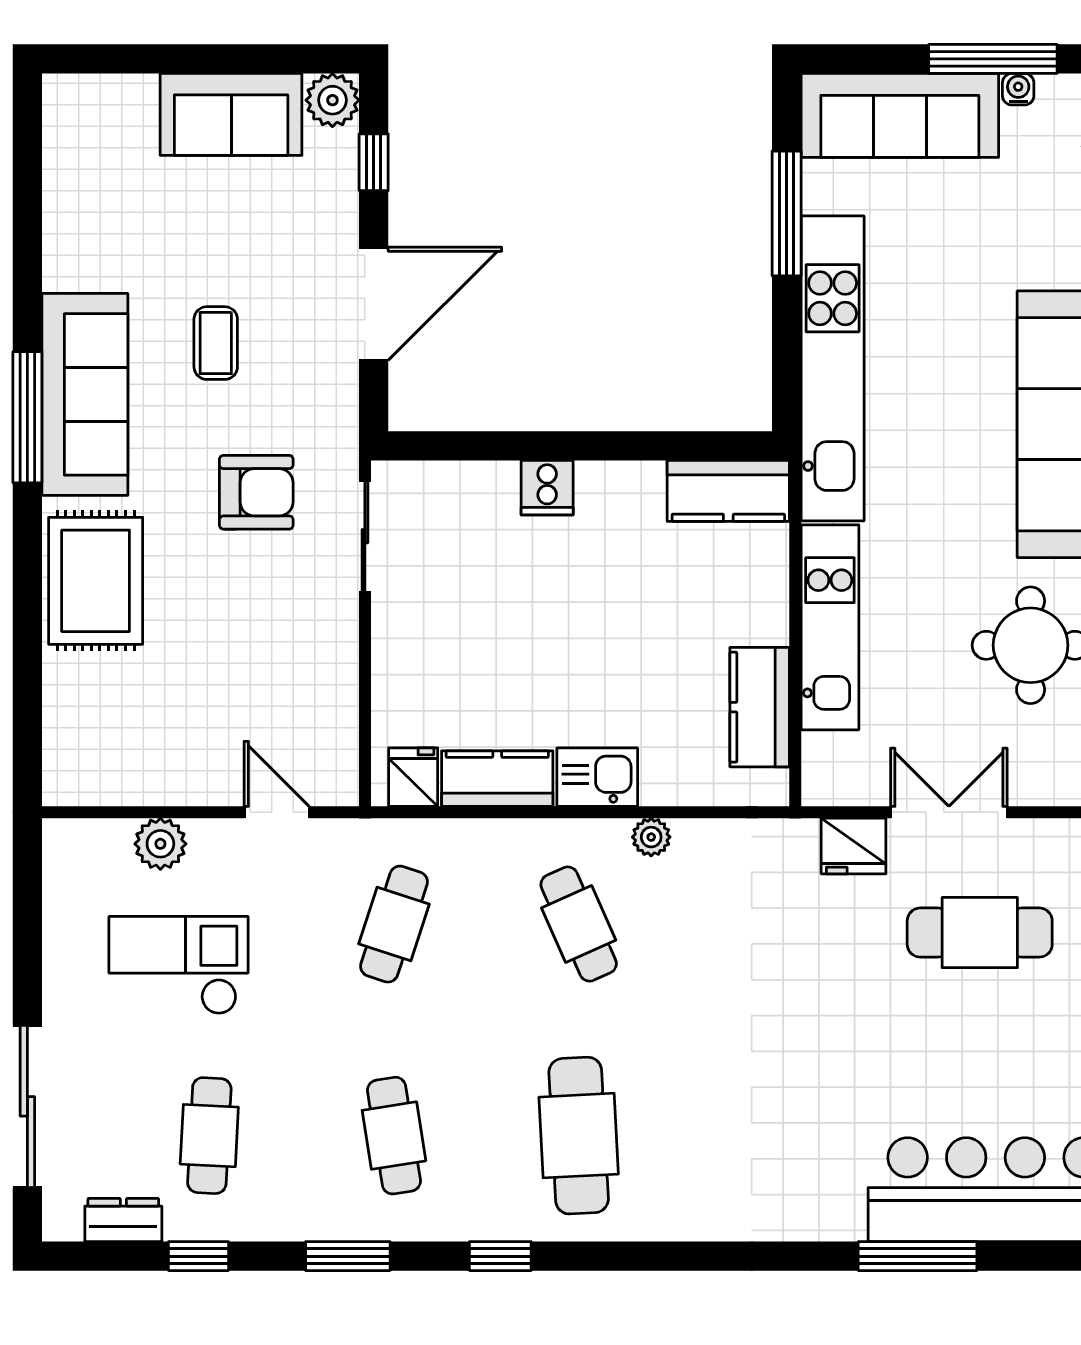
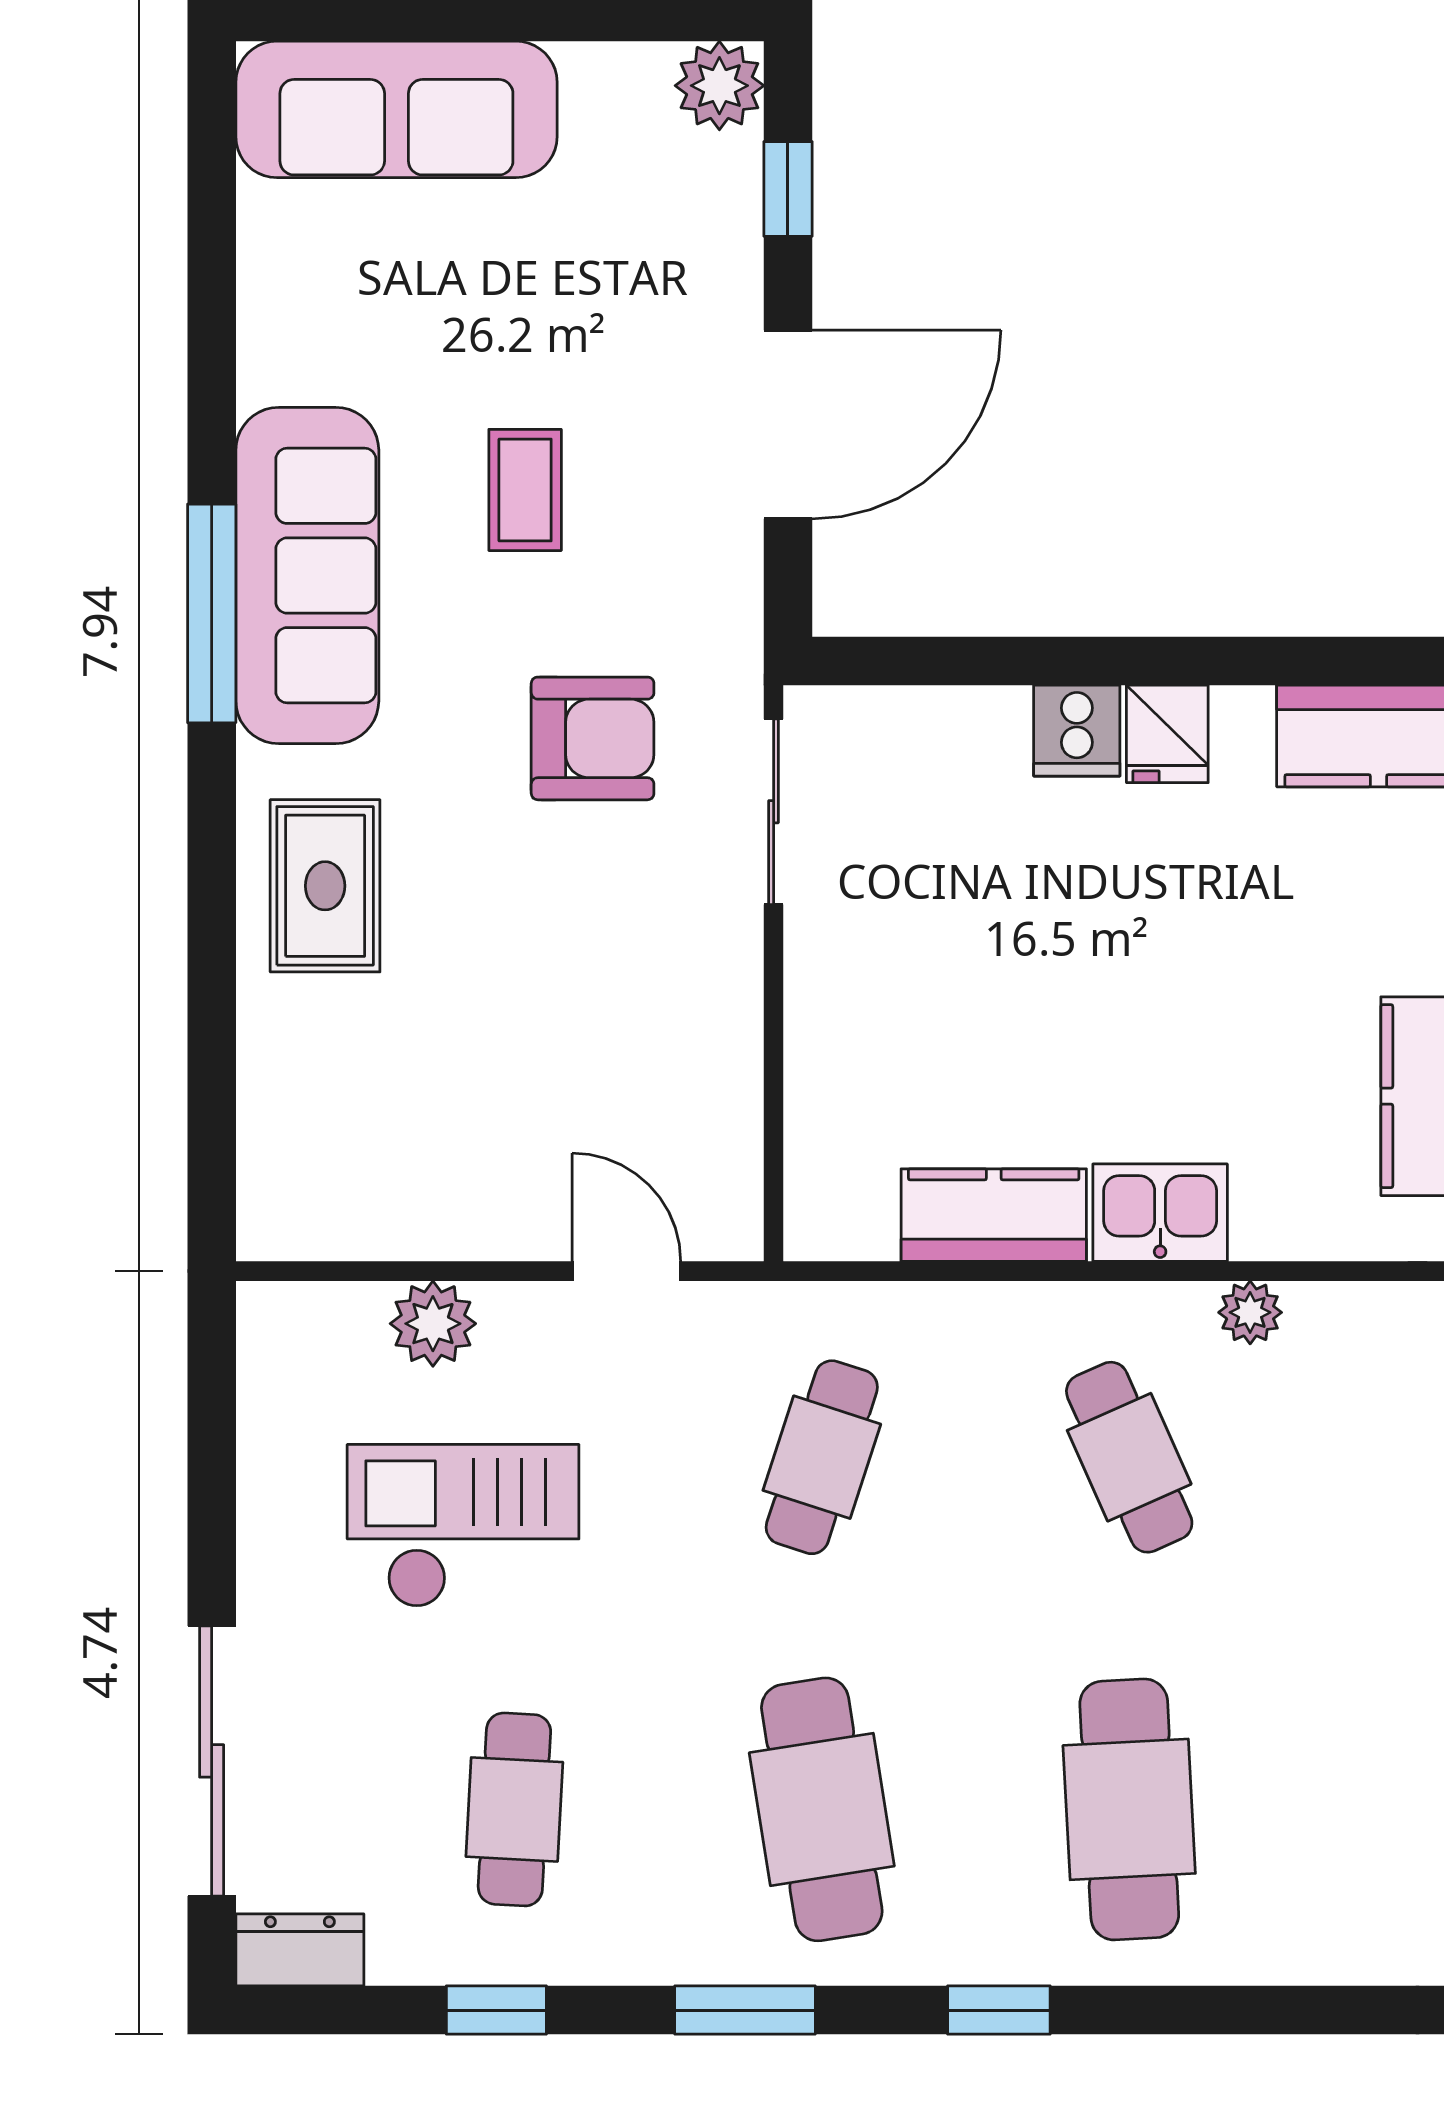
sofa: (231, 114) -> (396, 109), moved, width x1.36
rug: (96, 581) -> (325, 886), width x0.73, depth x0.70
fridge: (413, 777) -> (1167, 734), moved, turned 180
cafe table: (394, 1136) -> (822, 1809), width x1.37, depth x1.35
dresser: (123, 1220) -> (300, 1950), moved

